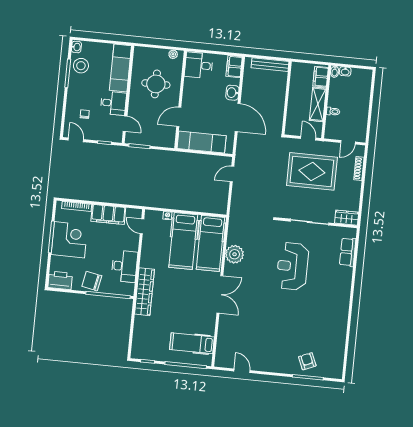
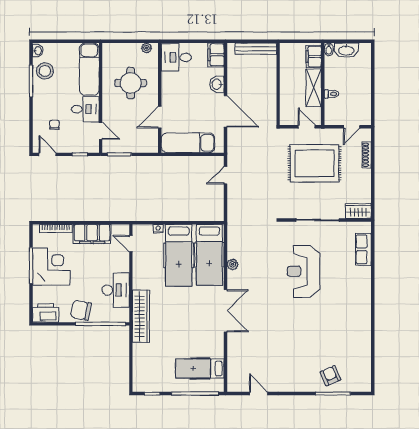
washbasin: (345, 71) -> (346, 50), width x1.91, depth x1.45
plant: (235, 254) -> (233, 264), width x0.53, depth x0.53

